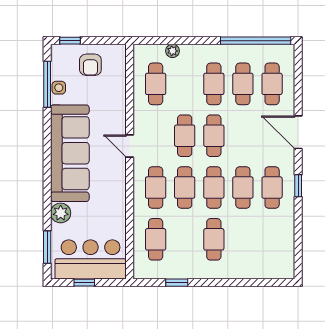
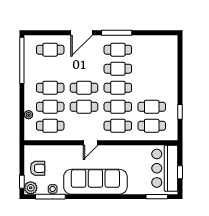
cafe table: (243, 84) -> (50, 107), moved
window: (298, 186) -> (117, 33), width x2.17
plant: (61, 213) -> (31, 188), moved
cafe table: (214, 239) -> (152, 107), moved

